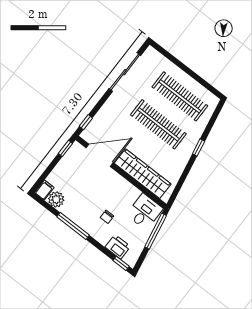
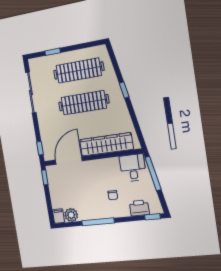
window: (175, 61) -> (53, 52), added

